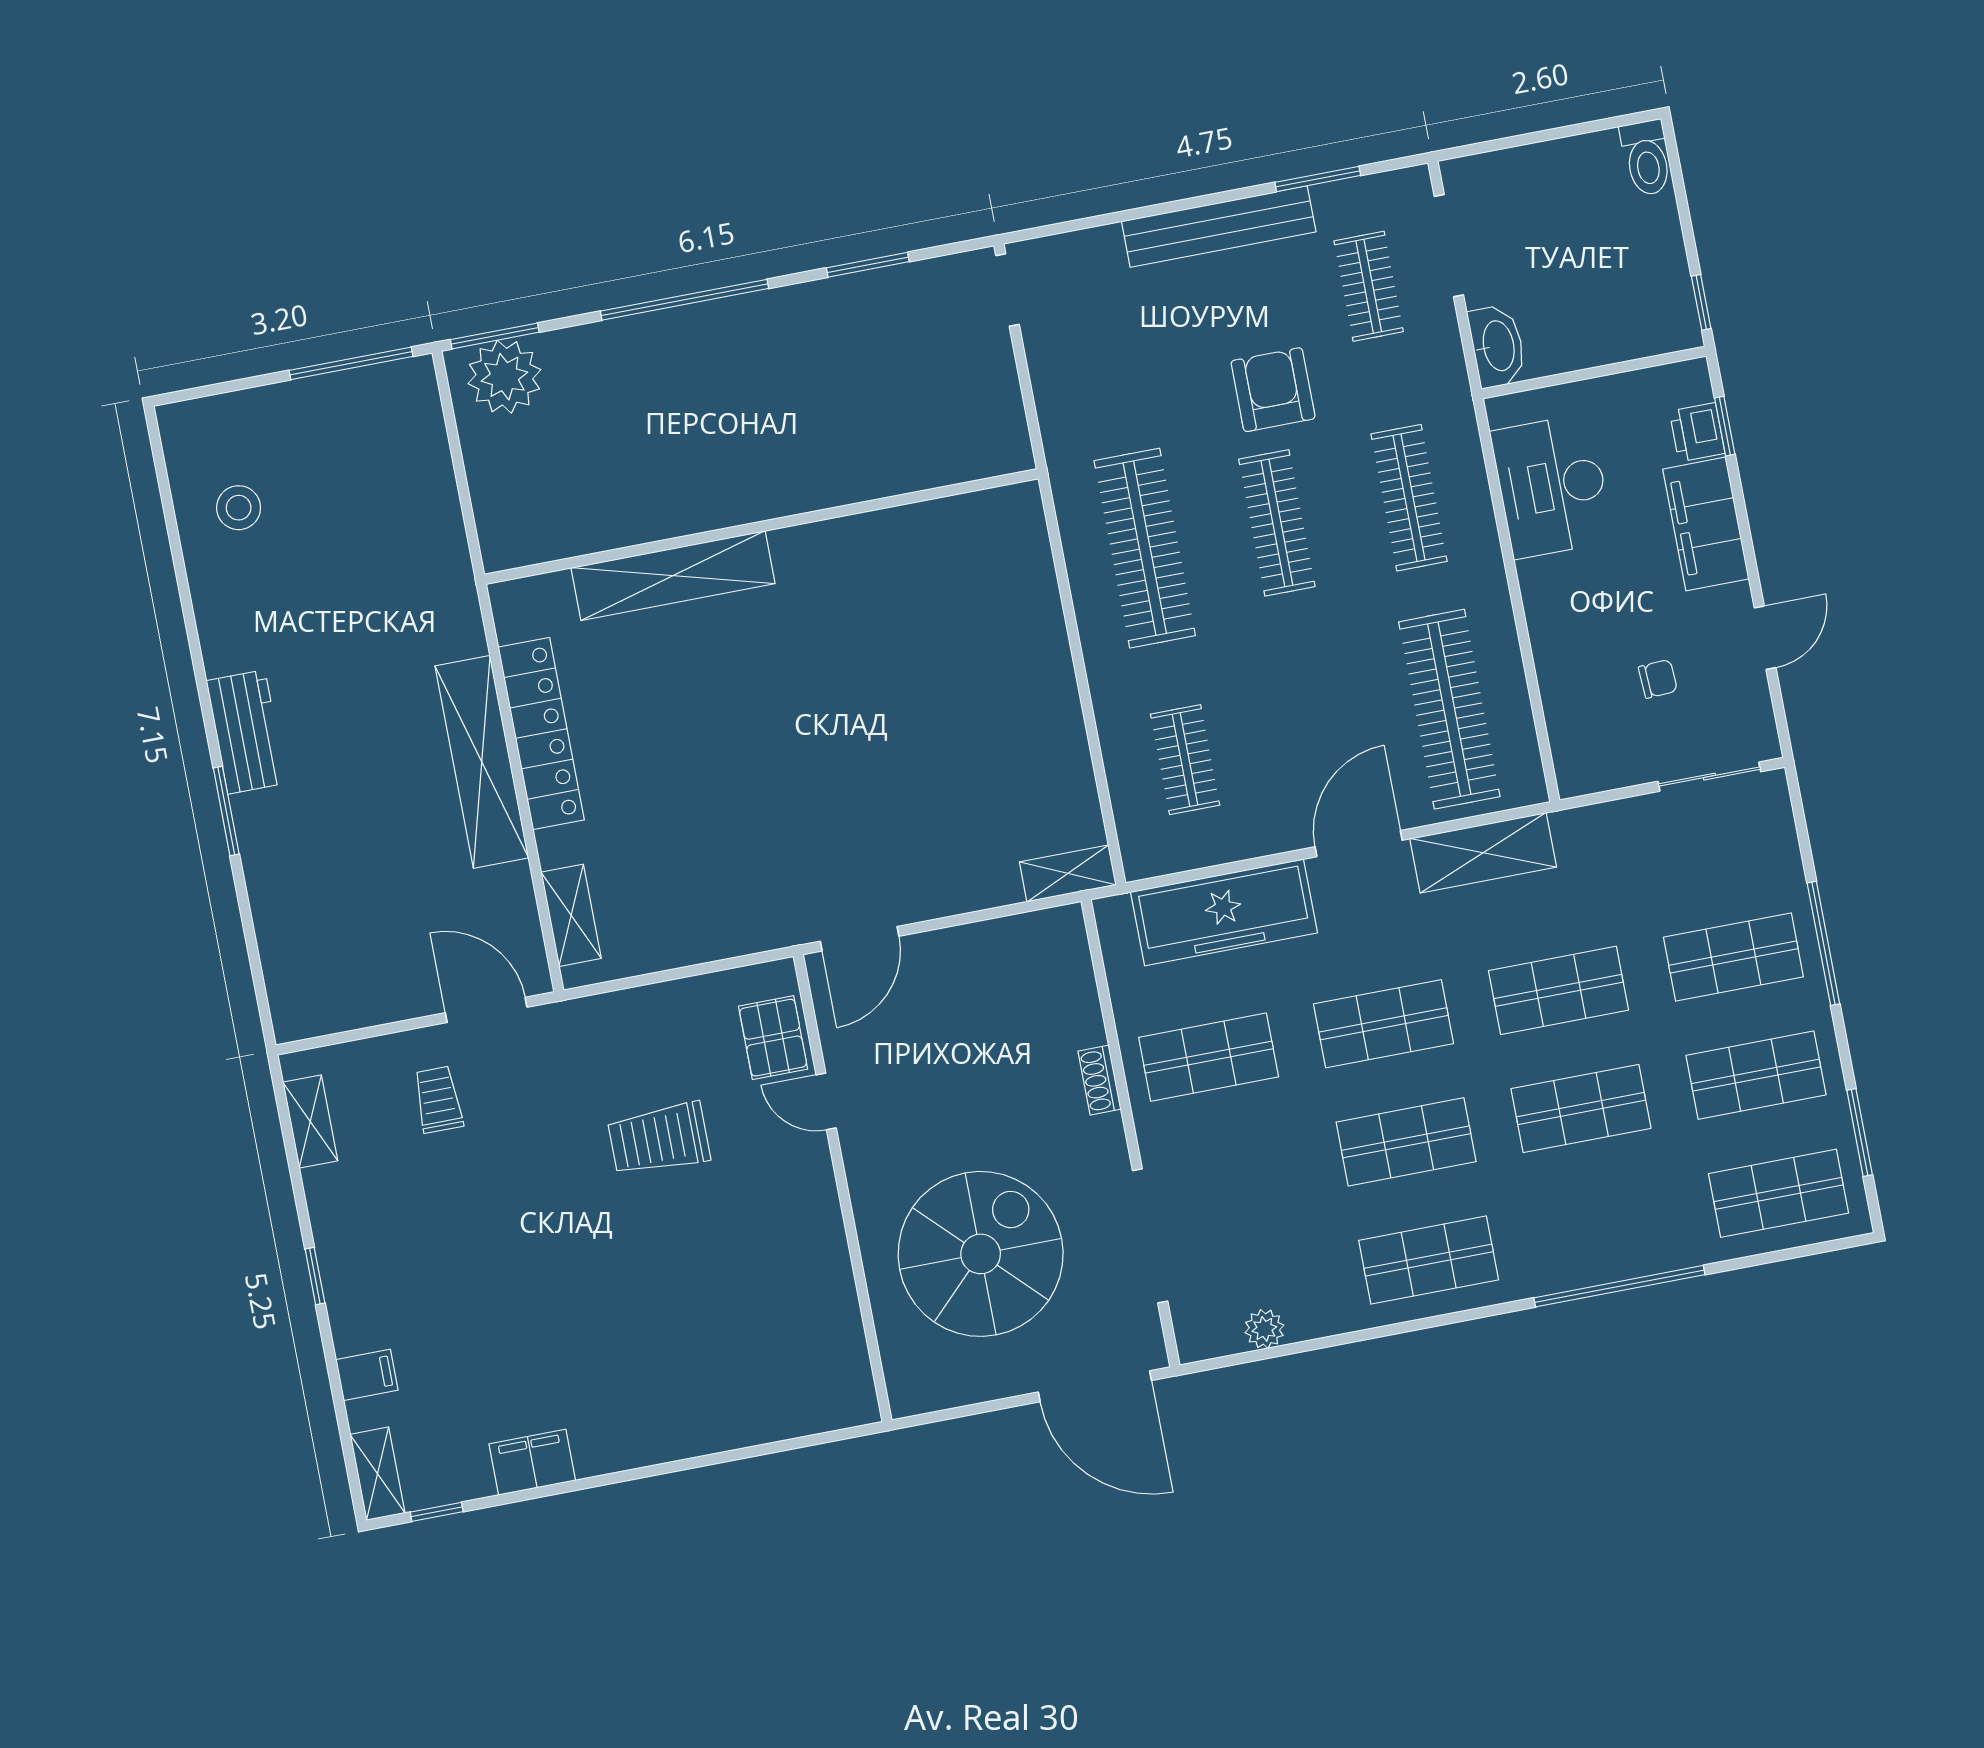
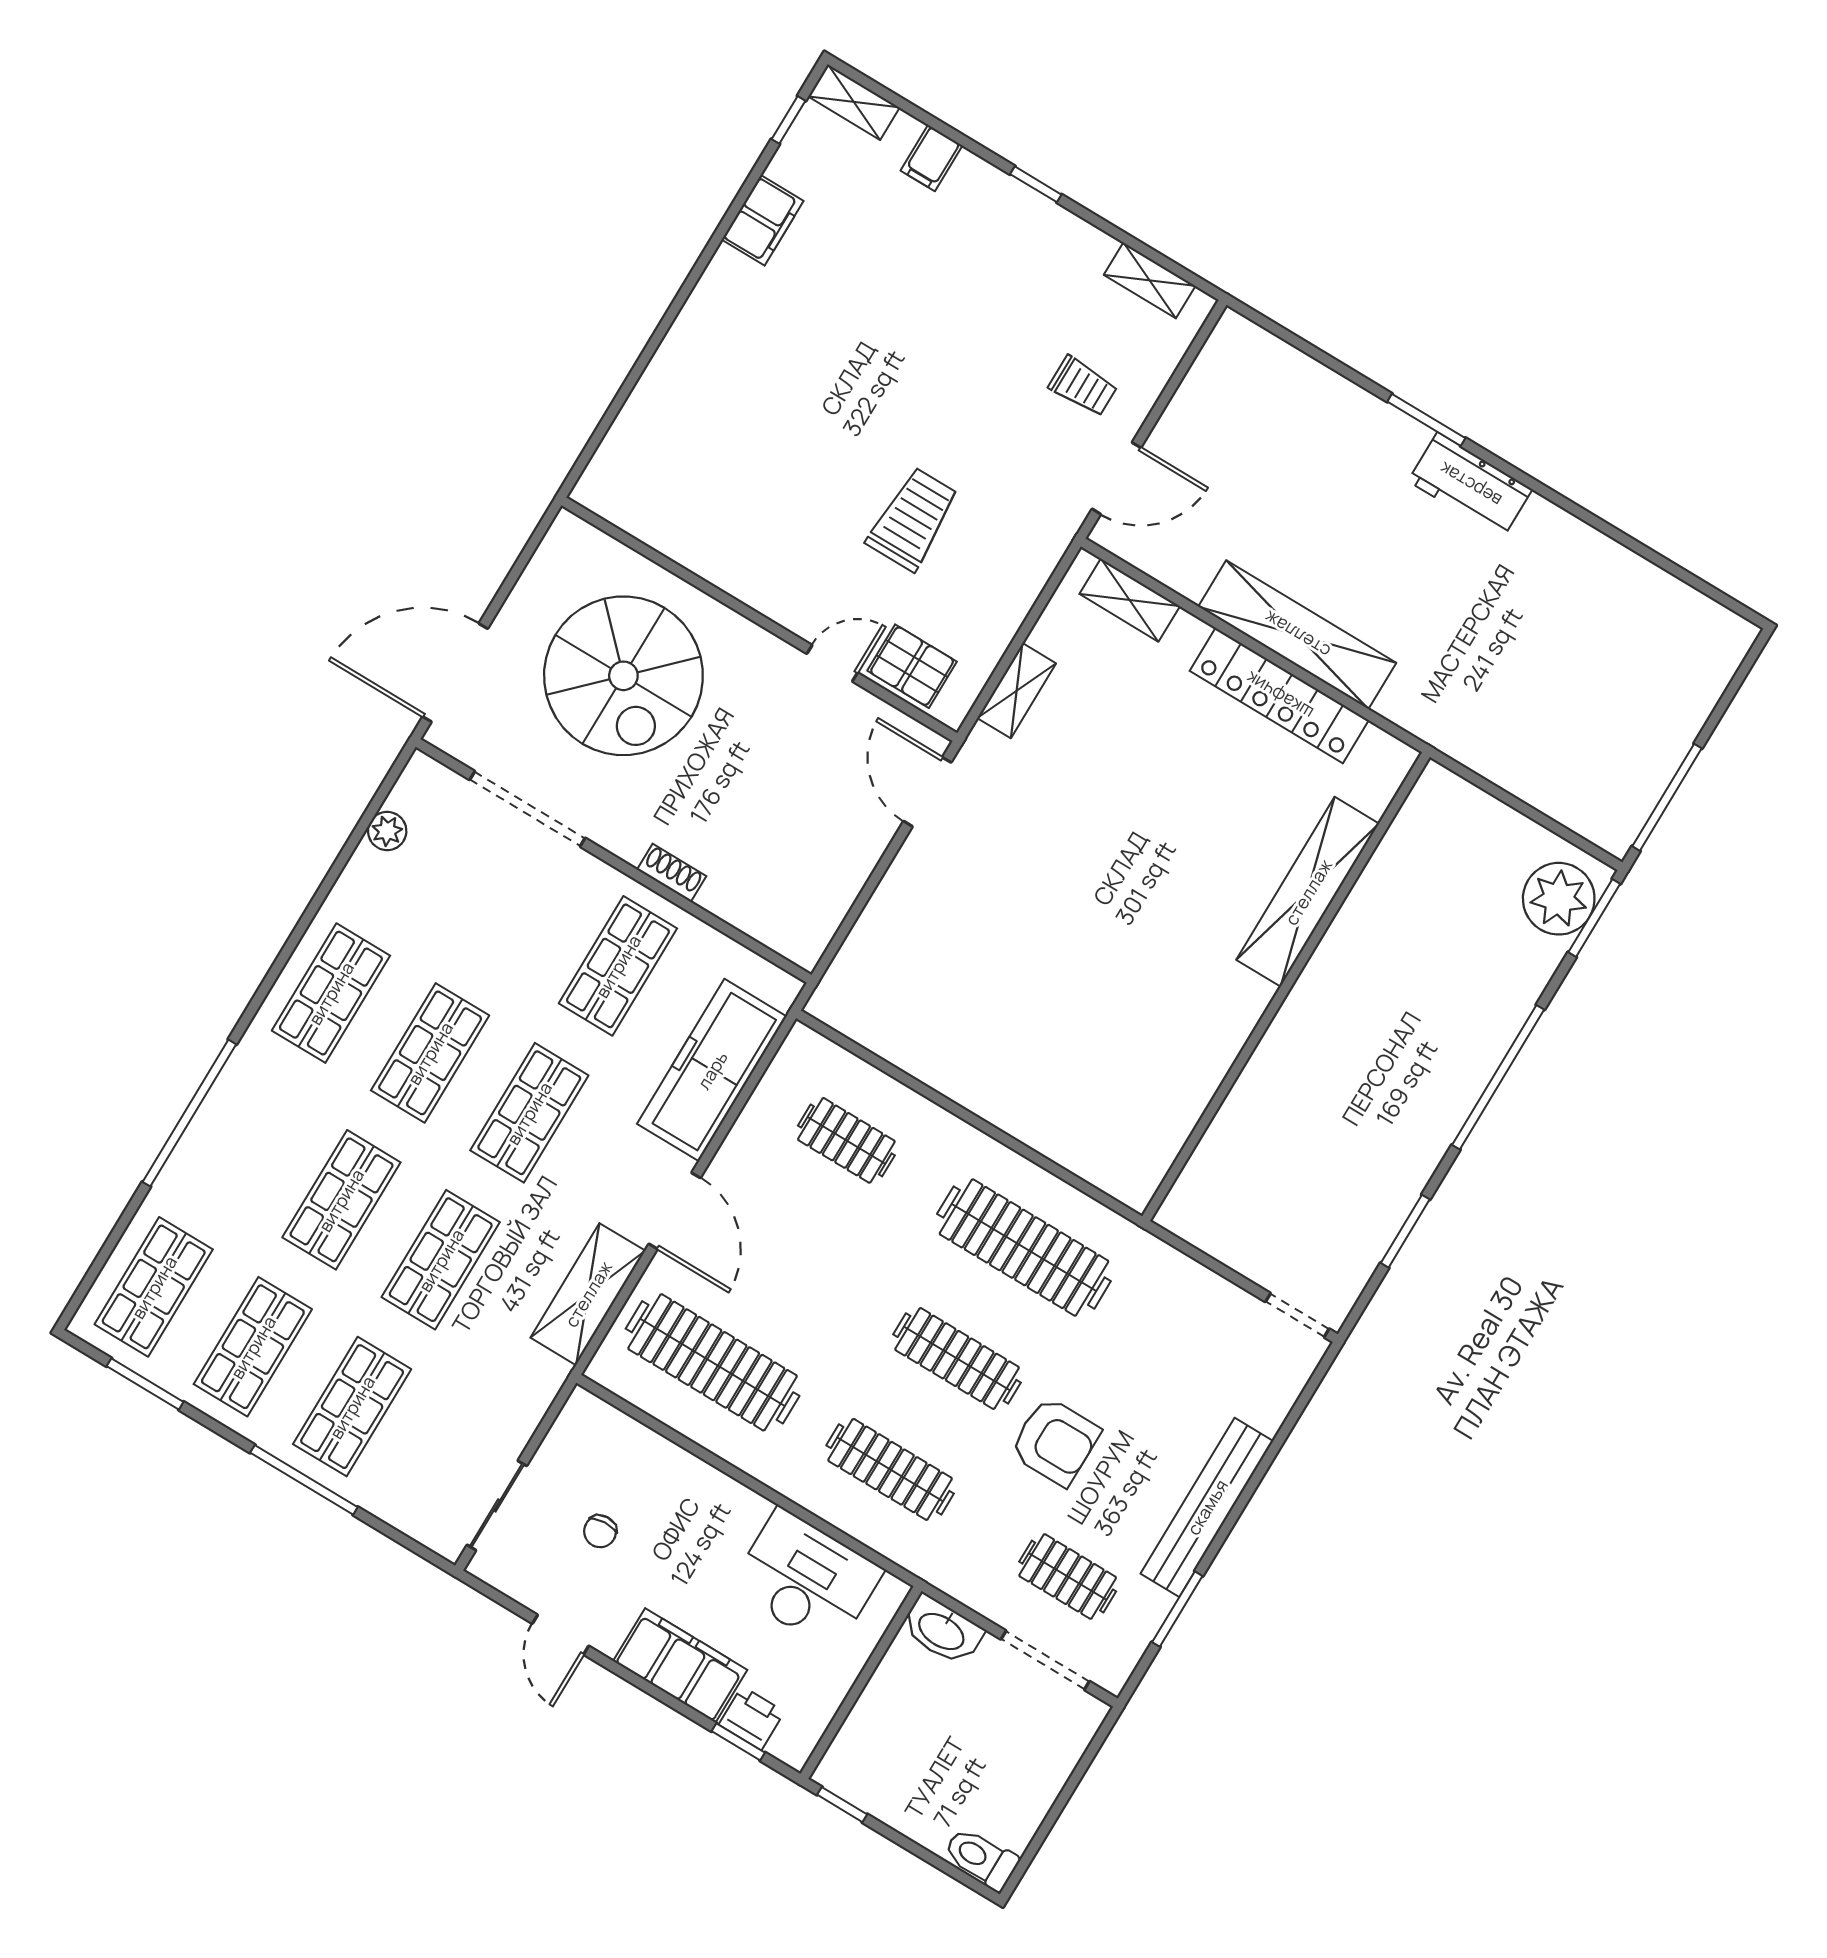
stool: (239, 508) -> (1636, 624), removed
shelving: (1068, 873) -> (1017, 691), moved

